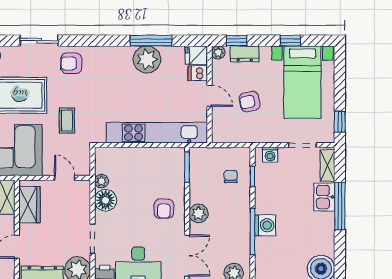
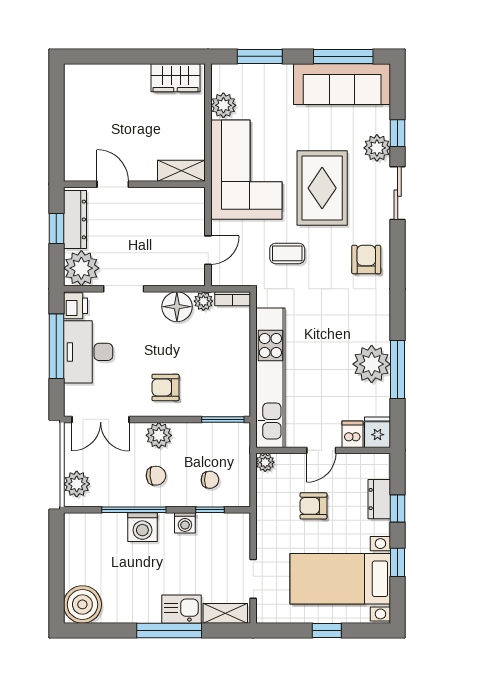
sliding door: (39, 41) -> (398, 193), moved
window: (237, 41) -> (398, 509), moved
plant: (218, 52) -> (265, 462), moved
armchair: (250, 102) -> (313, 506), turned -78
window: (340, 122) -> (327, 630), moved
washing machine: (270, 155) -> (185, 523), moved, turned -90
bookcase: (100, 160) -> (233, 299), added
wardrobe: (29, 205) -> (171, 202), removed
chair: (228, 216) -> (156, 476), added

